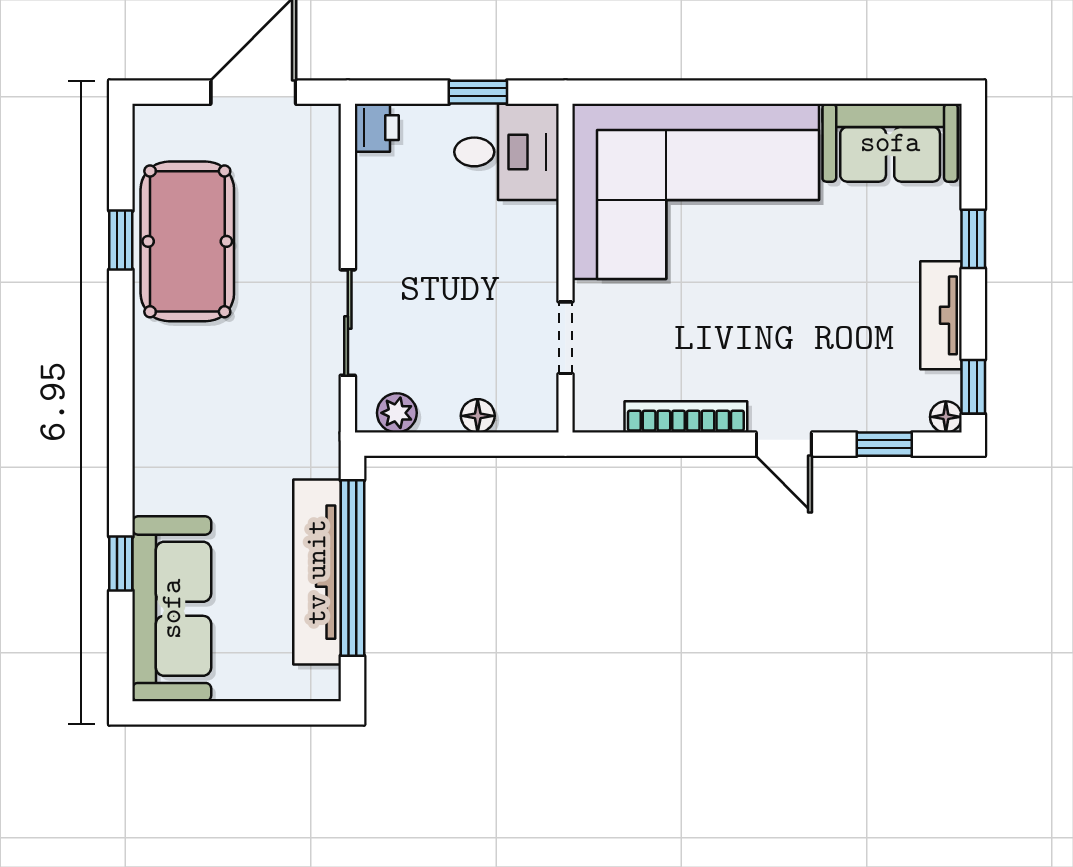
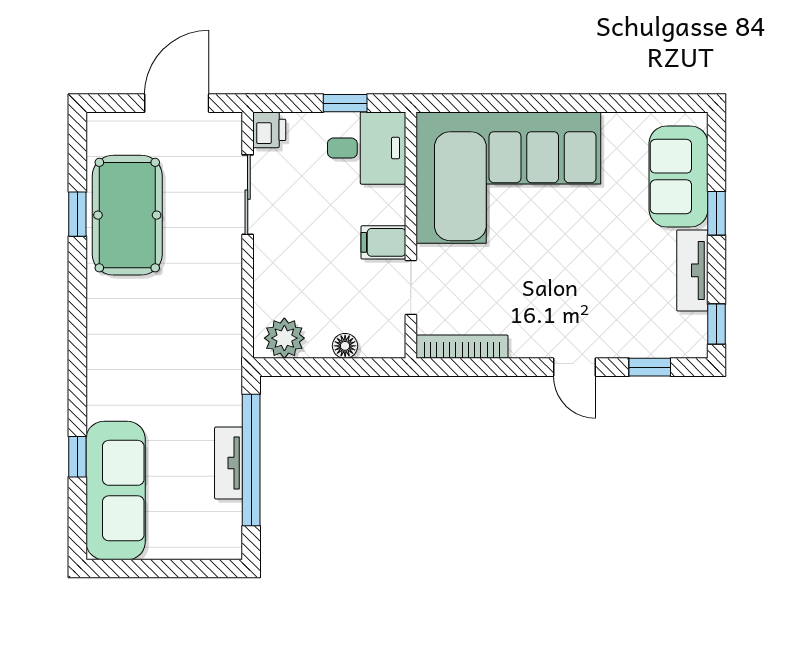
sofa: (890, 143) -> (679, 176), moved, turned 90
filing cabinet: (529, 278) -> (383, 242), added
sliding door: (348, 323) -> (248, 195), moved
plant: (397, 413) -> (284, 338), width x1.38, depth x1.38
bookcase: (686, 417) -> (462, 347), moved
floor lamp: (946, 417) -> (696, 347), removed
tv unit: (317, 572) -> (229, 463), width x0.52, depth x0.78

